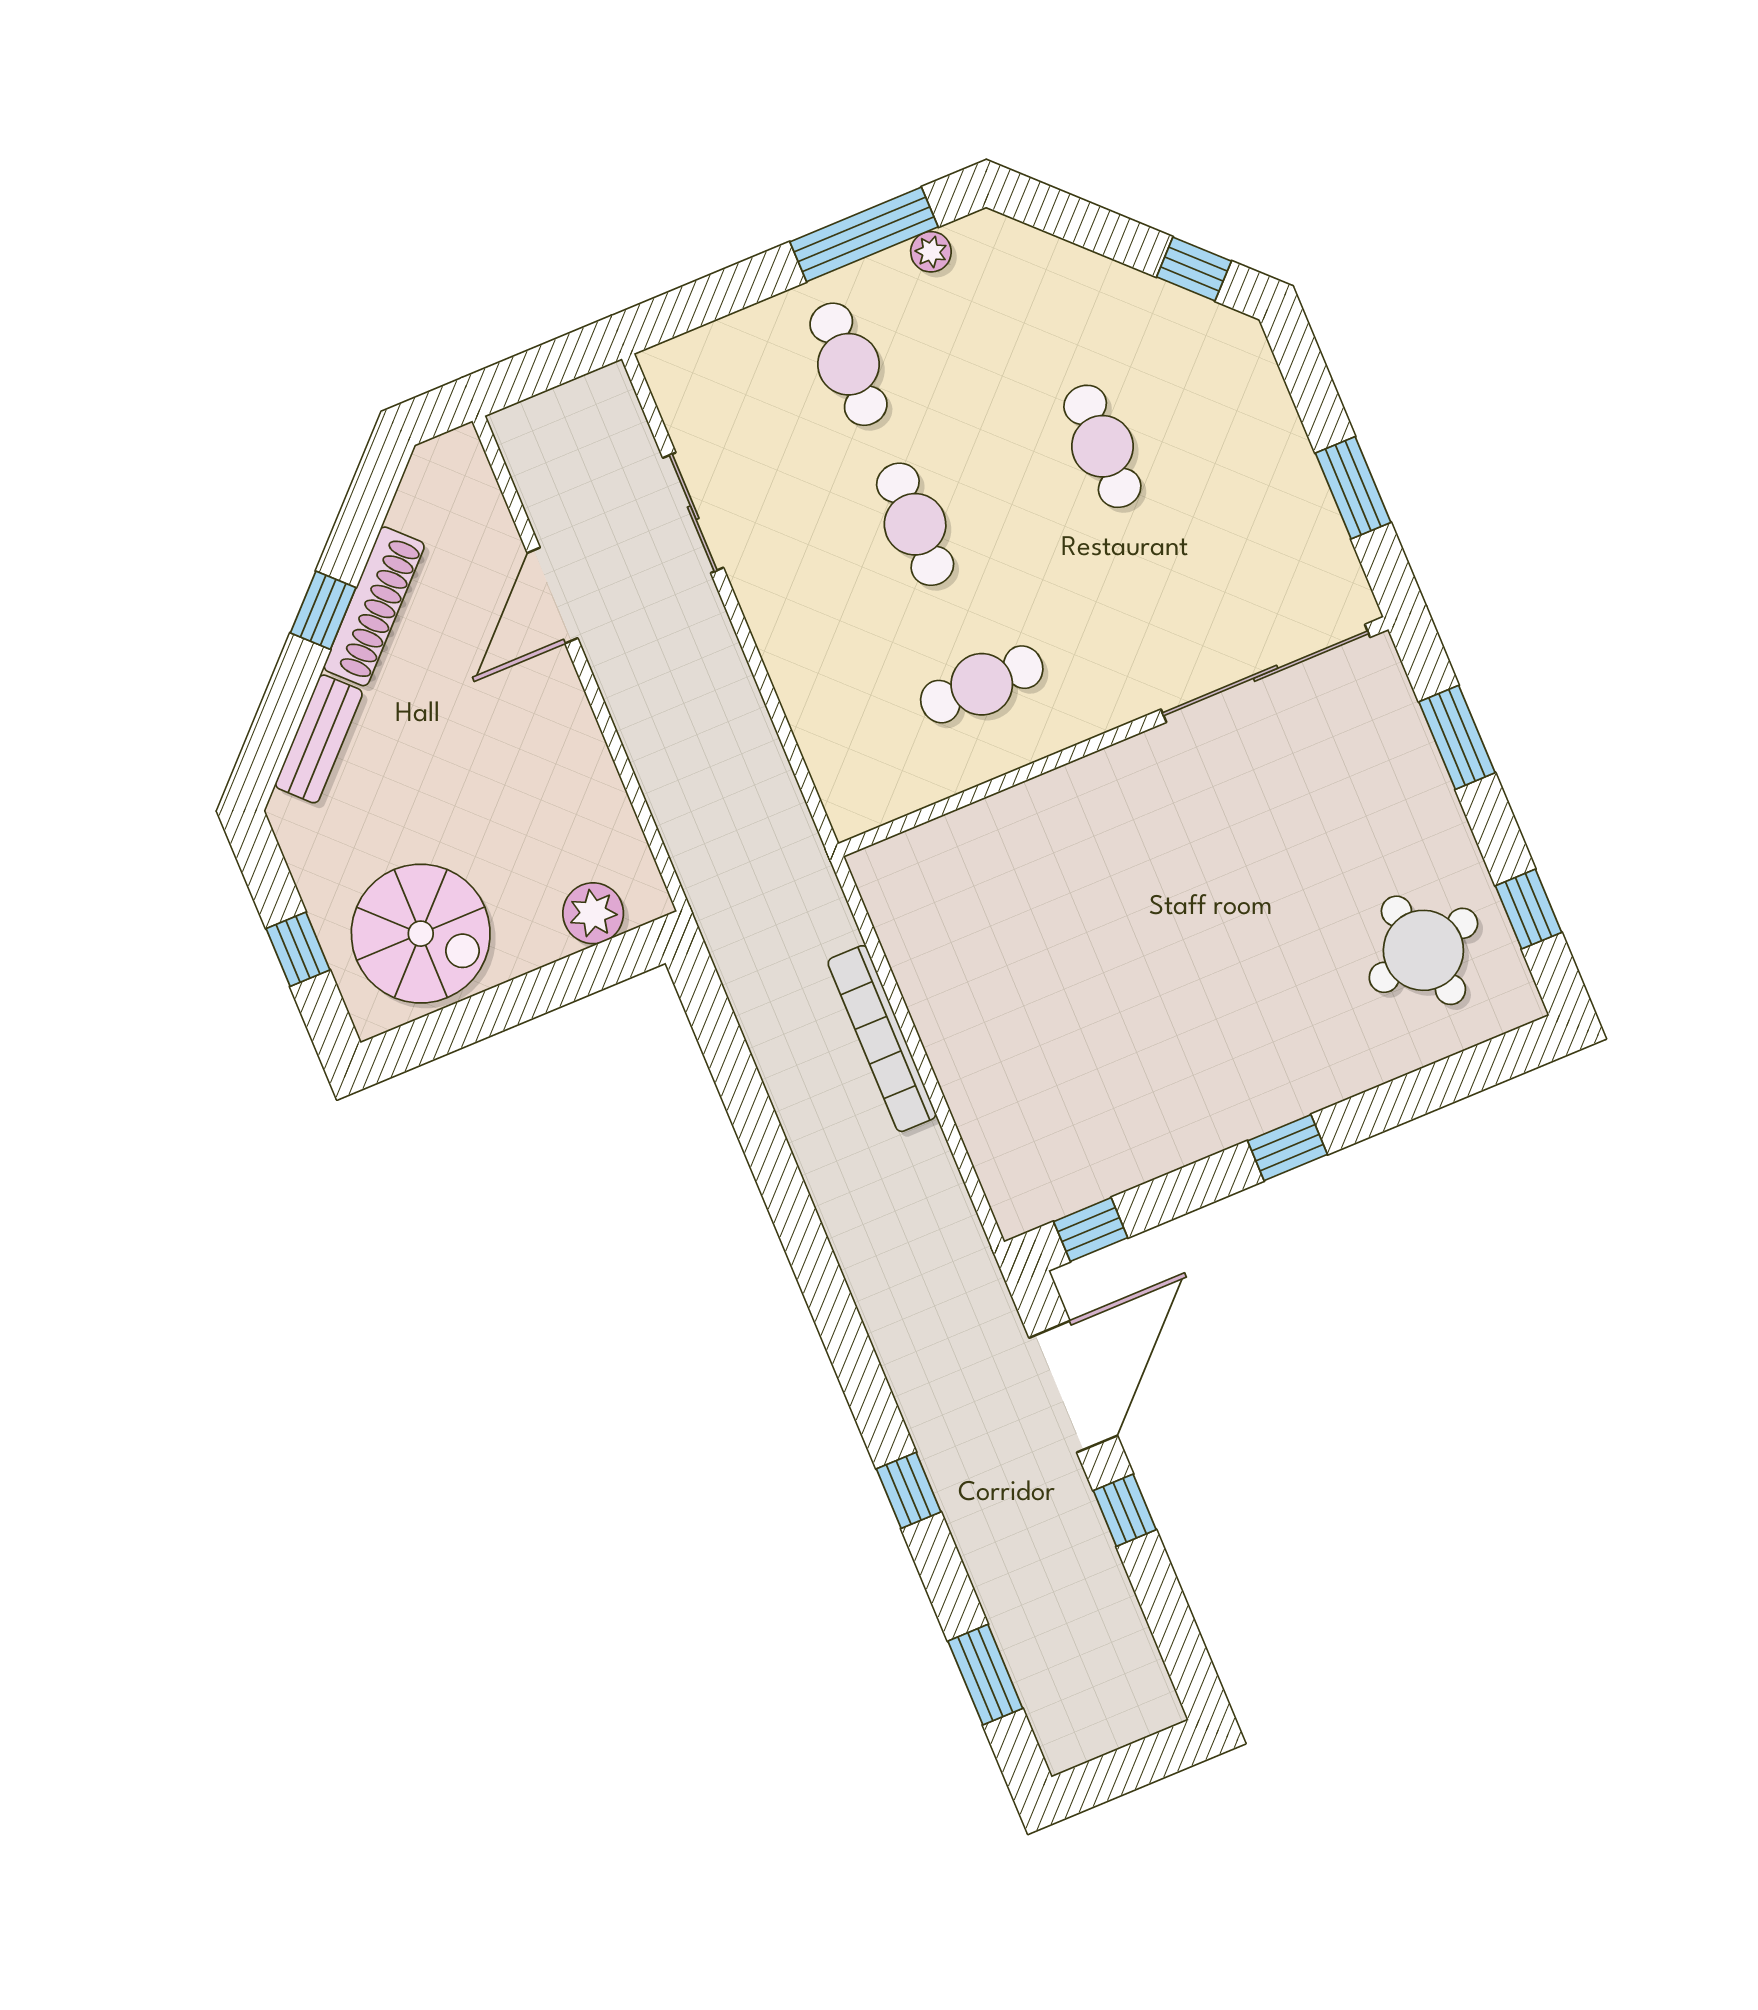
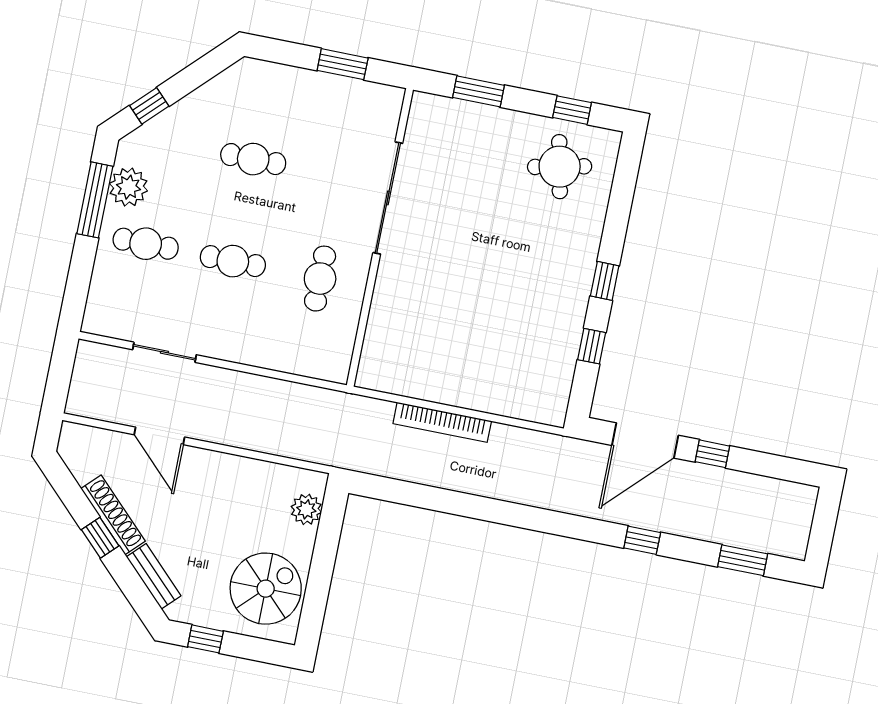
plant: (931, 252) -> (129, 187), width x1.88, depth x1.88
window: (1194, 269) -> (149, 106), moved
sliding door: (1266, 673) -> (388, 198), moved
window: (298, 949) -> (205, 639), moved
window: (1091, 1230) -> (592, 346), moved
door: (1073, 1387) -> (645, 440), swing flipped

